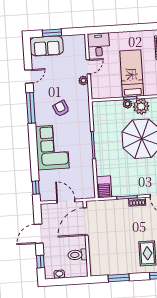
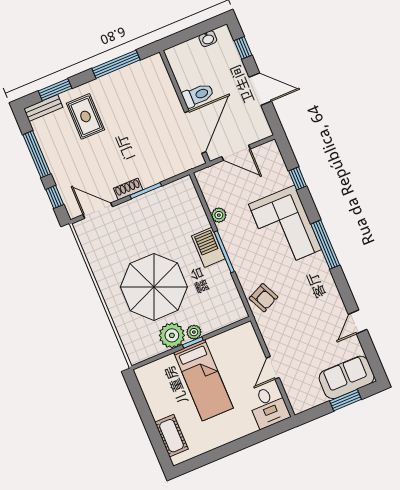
plant: (83, 80) -> (219, 215), moved
window: (31, 108) -> (325, 245), moved
armchair: (61, 108) -> (263, 298), moved
window: (36, 187) -> (298, 178), moved
barbecue: (104, 187) -> (208, 247), moved
door: (39, 234) -> (260, 89), hinge flipped
toilet: (77, 255) -> (198, 95), moved
window: (119, 278) -> (116, 64), width x1.44

